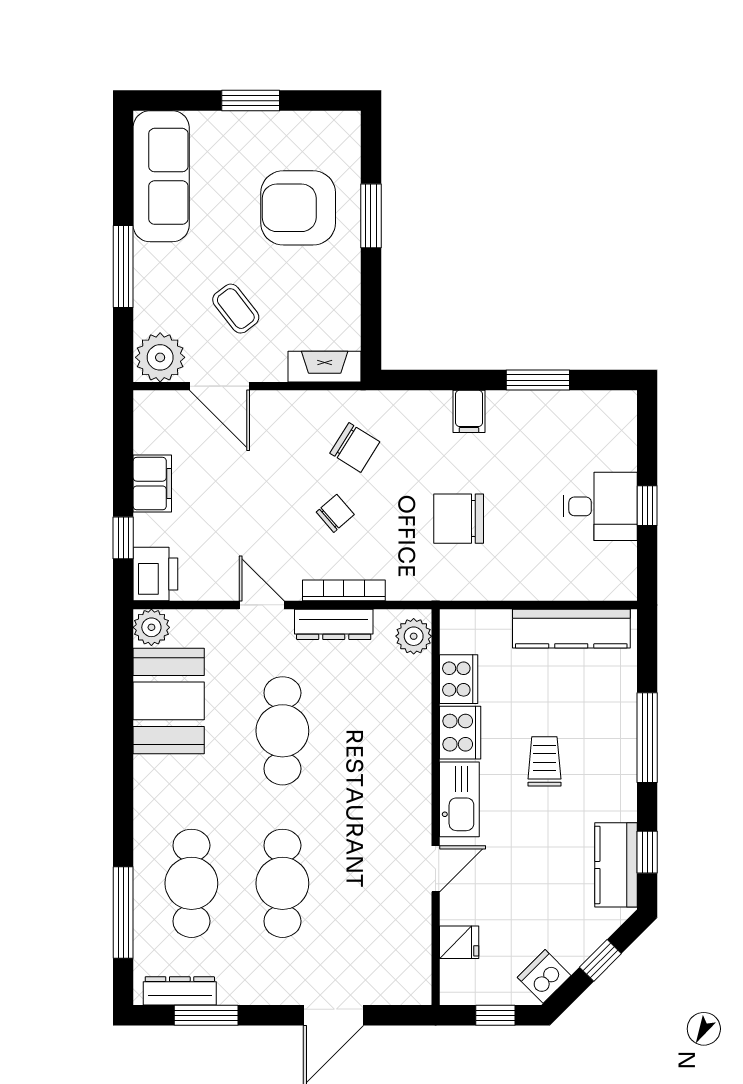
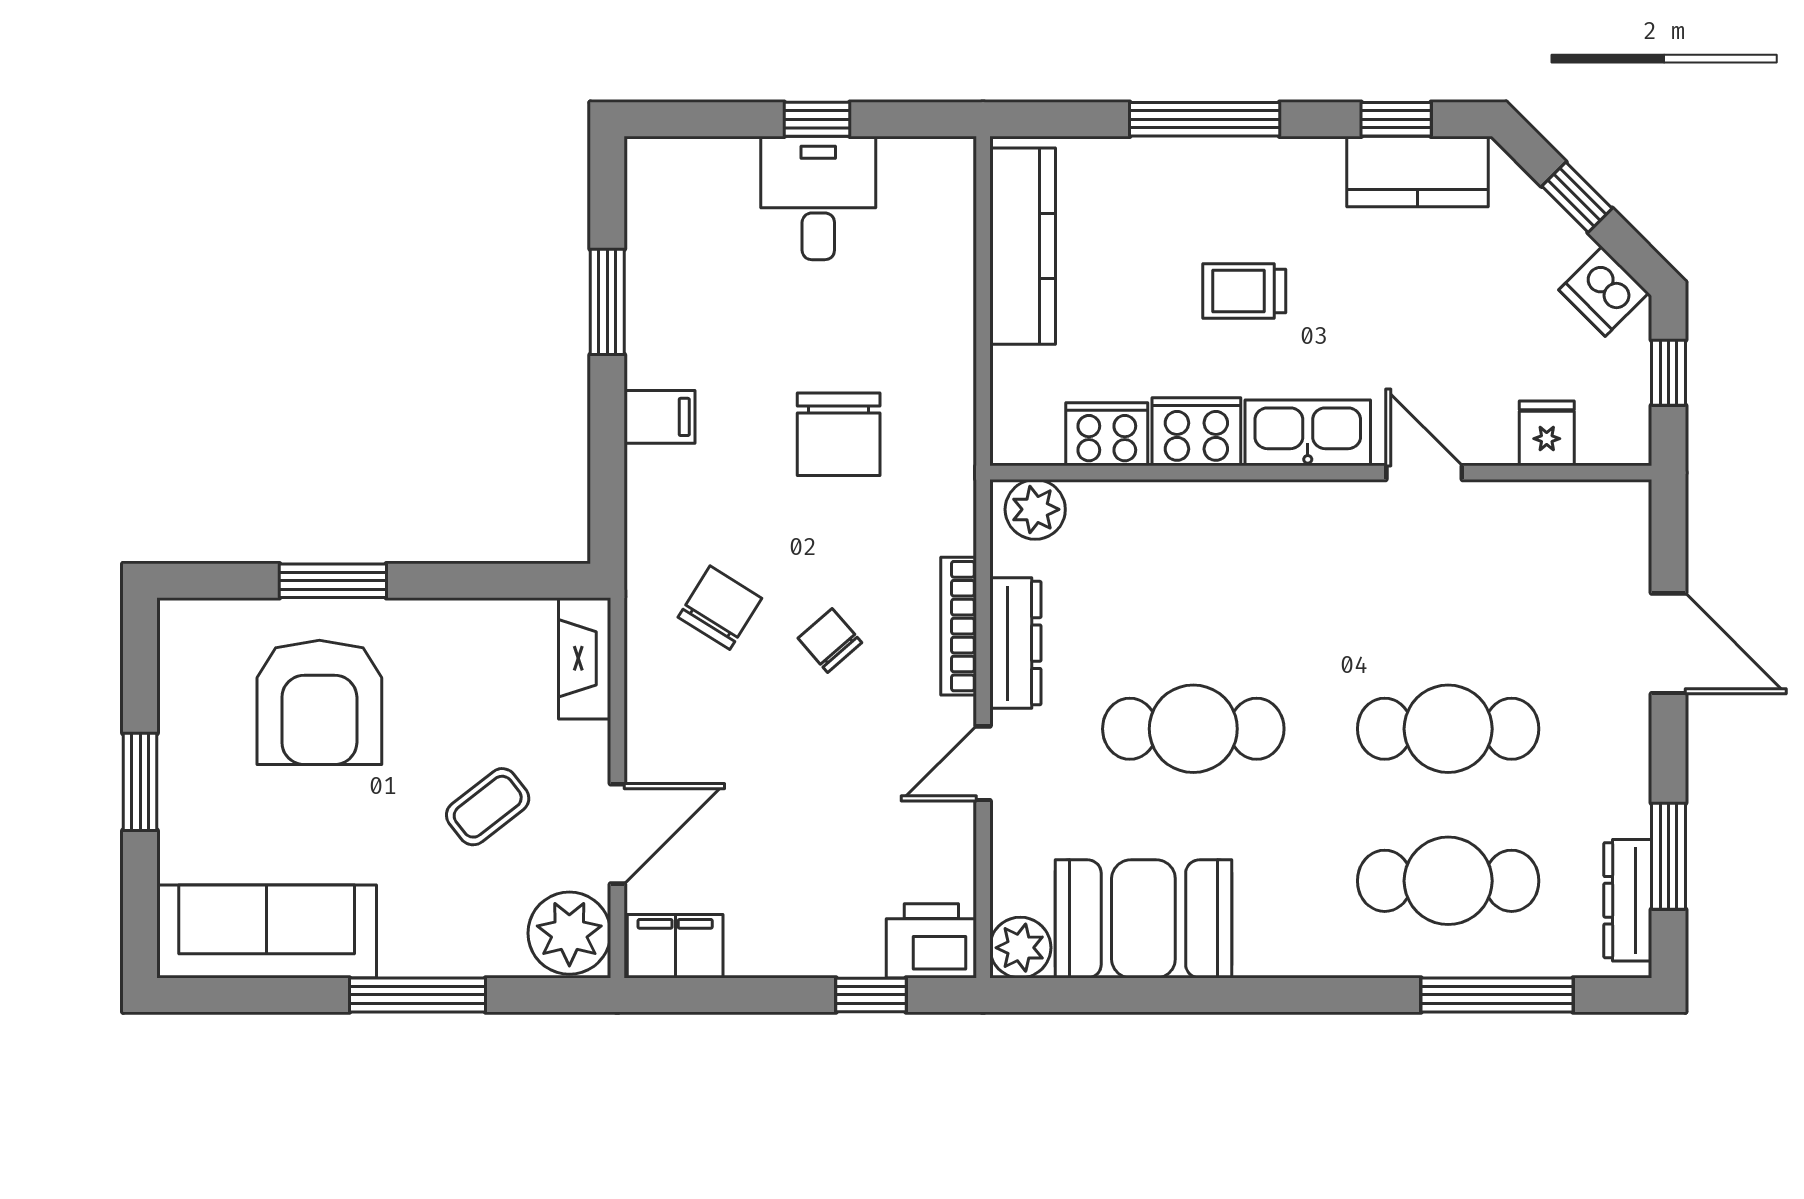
filing cabinet: (152, 484) -> (675, 946), moved

